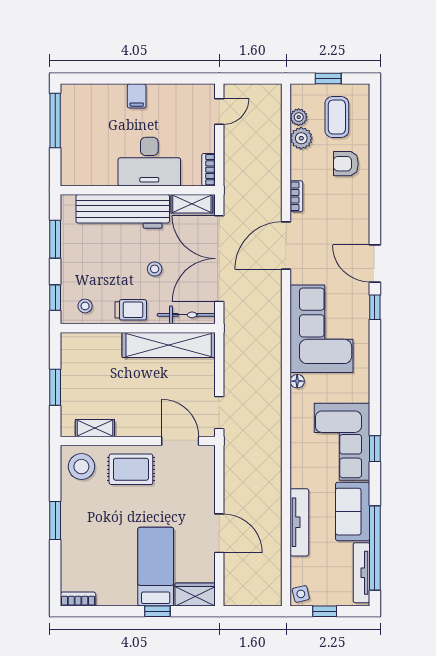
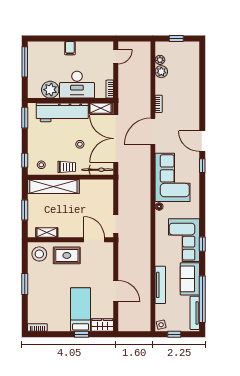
coffee table: (337, 117) -> (181, 60), removed
armchair: (346, 164) -> (186, 86), removed
plant: (101, 171) -> (50, 90), added
window: (55, 239) -> (25, 118), moved
shelving: (169, 345) -> (53, 186), moved

